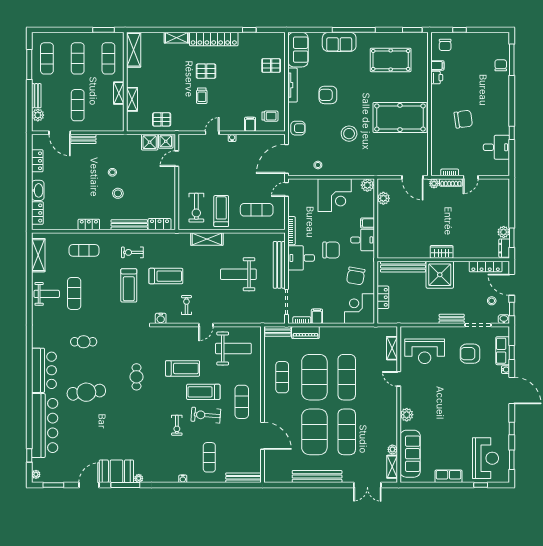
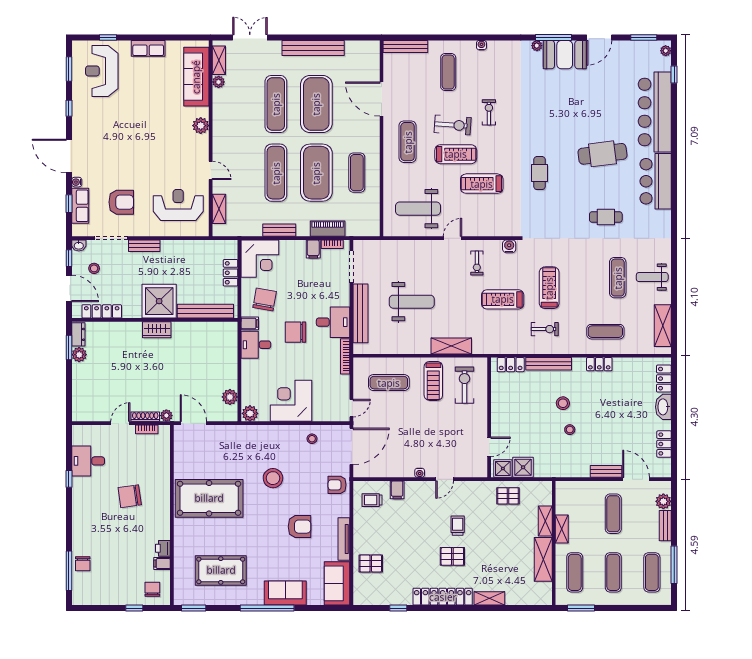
shelving: (134, 50) -> (543, 559), moved
filing cabinet: (368, 223) -> (250, 323), moved
bench: (278, 331) -> (279, 230), moved

